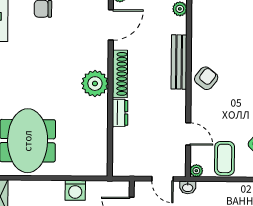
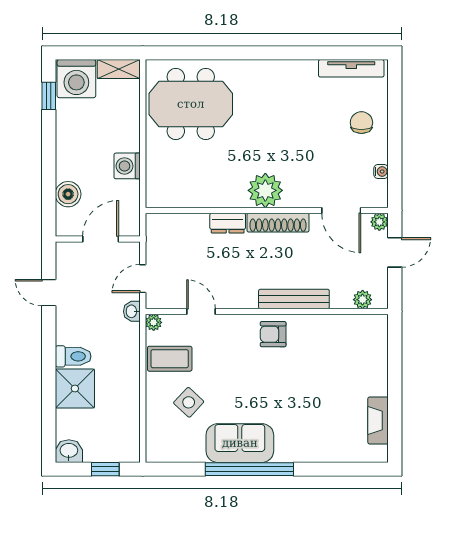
armchair: (206, 78) -> (273, 334), turned 142
door: (188, 134) -> (201, 311), swing flipped

